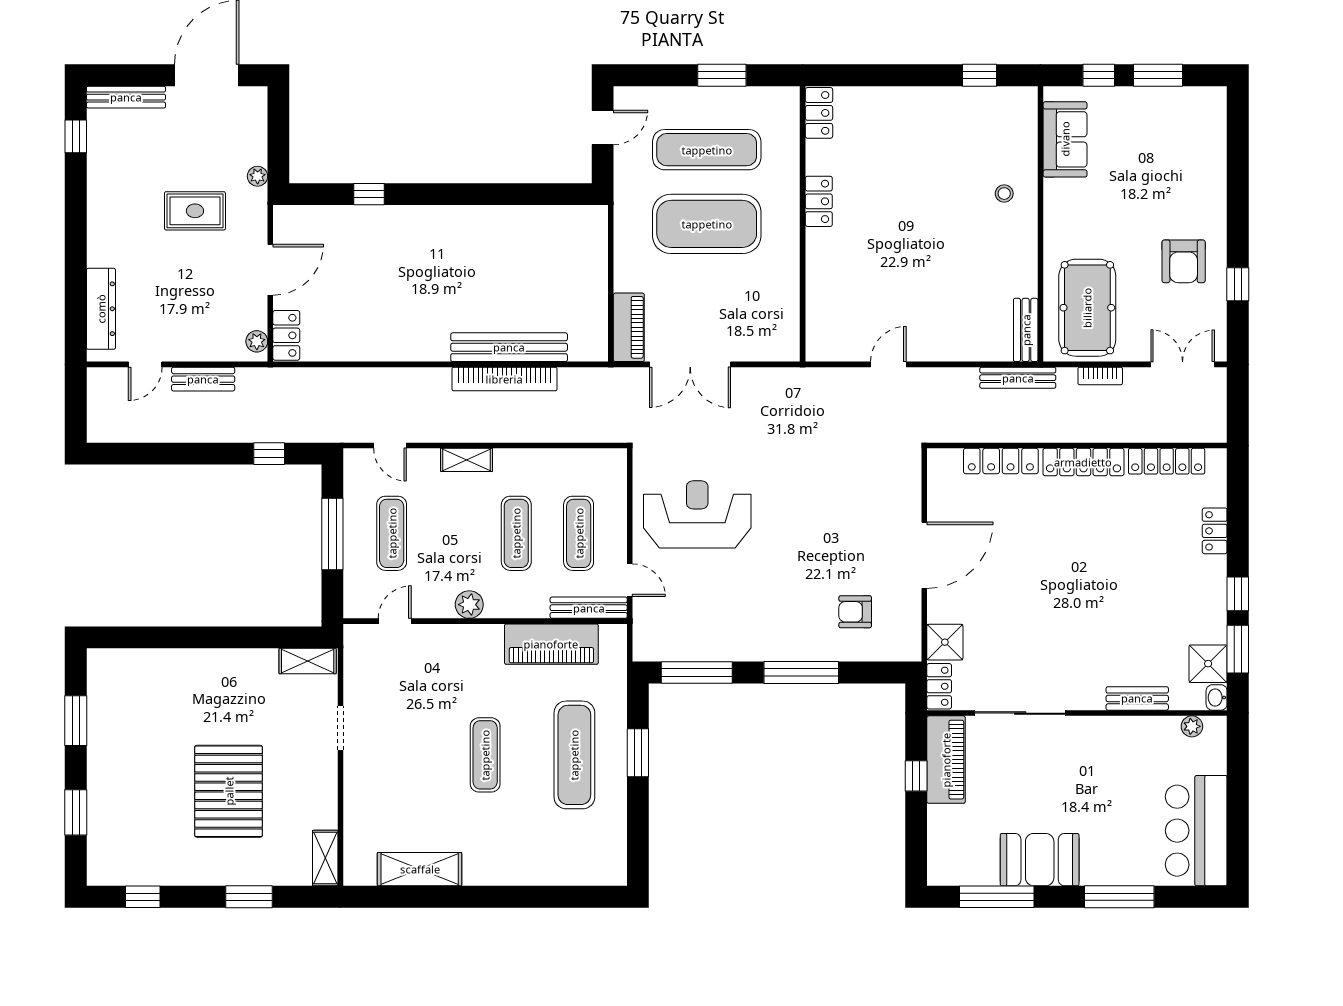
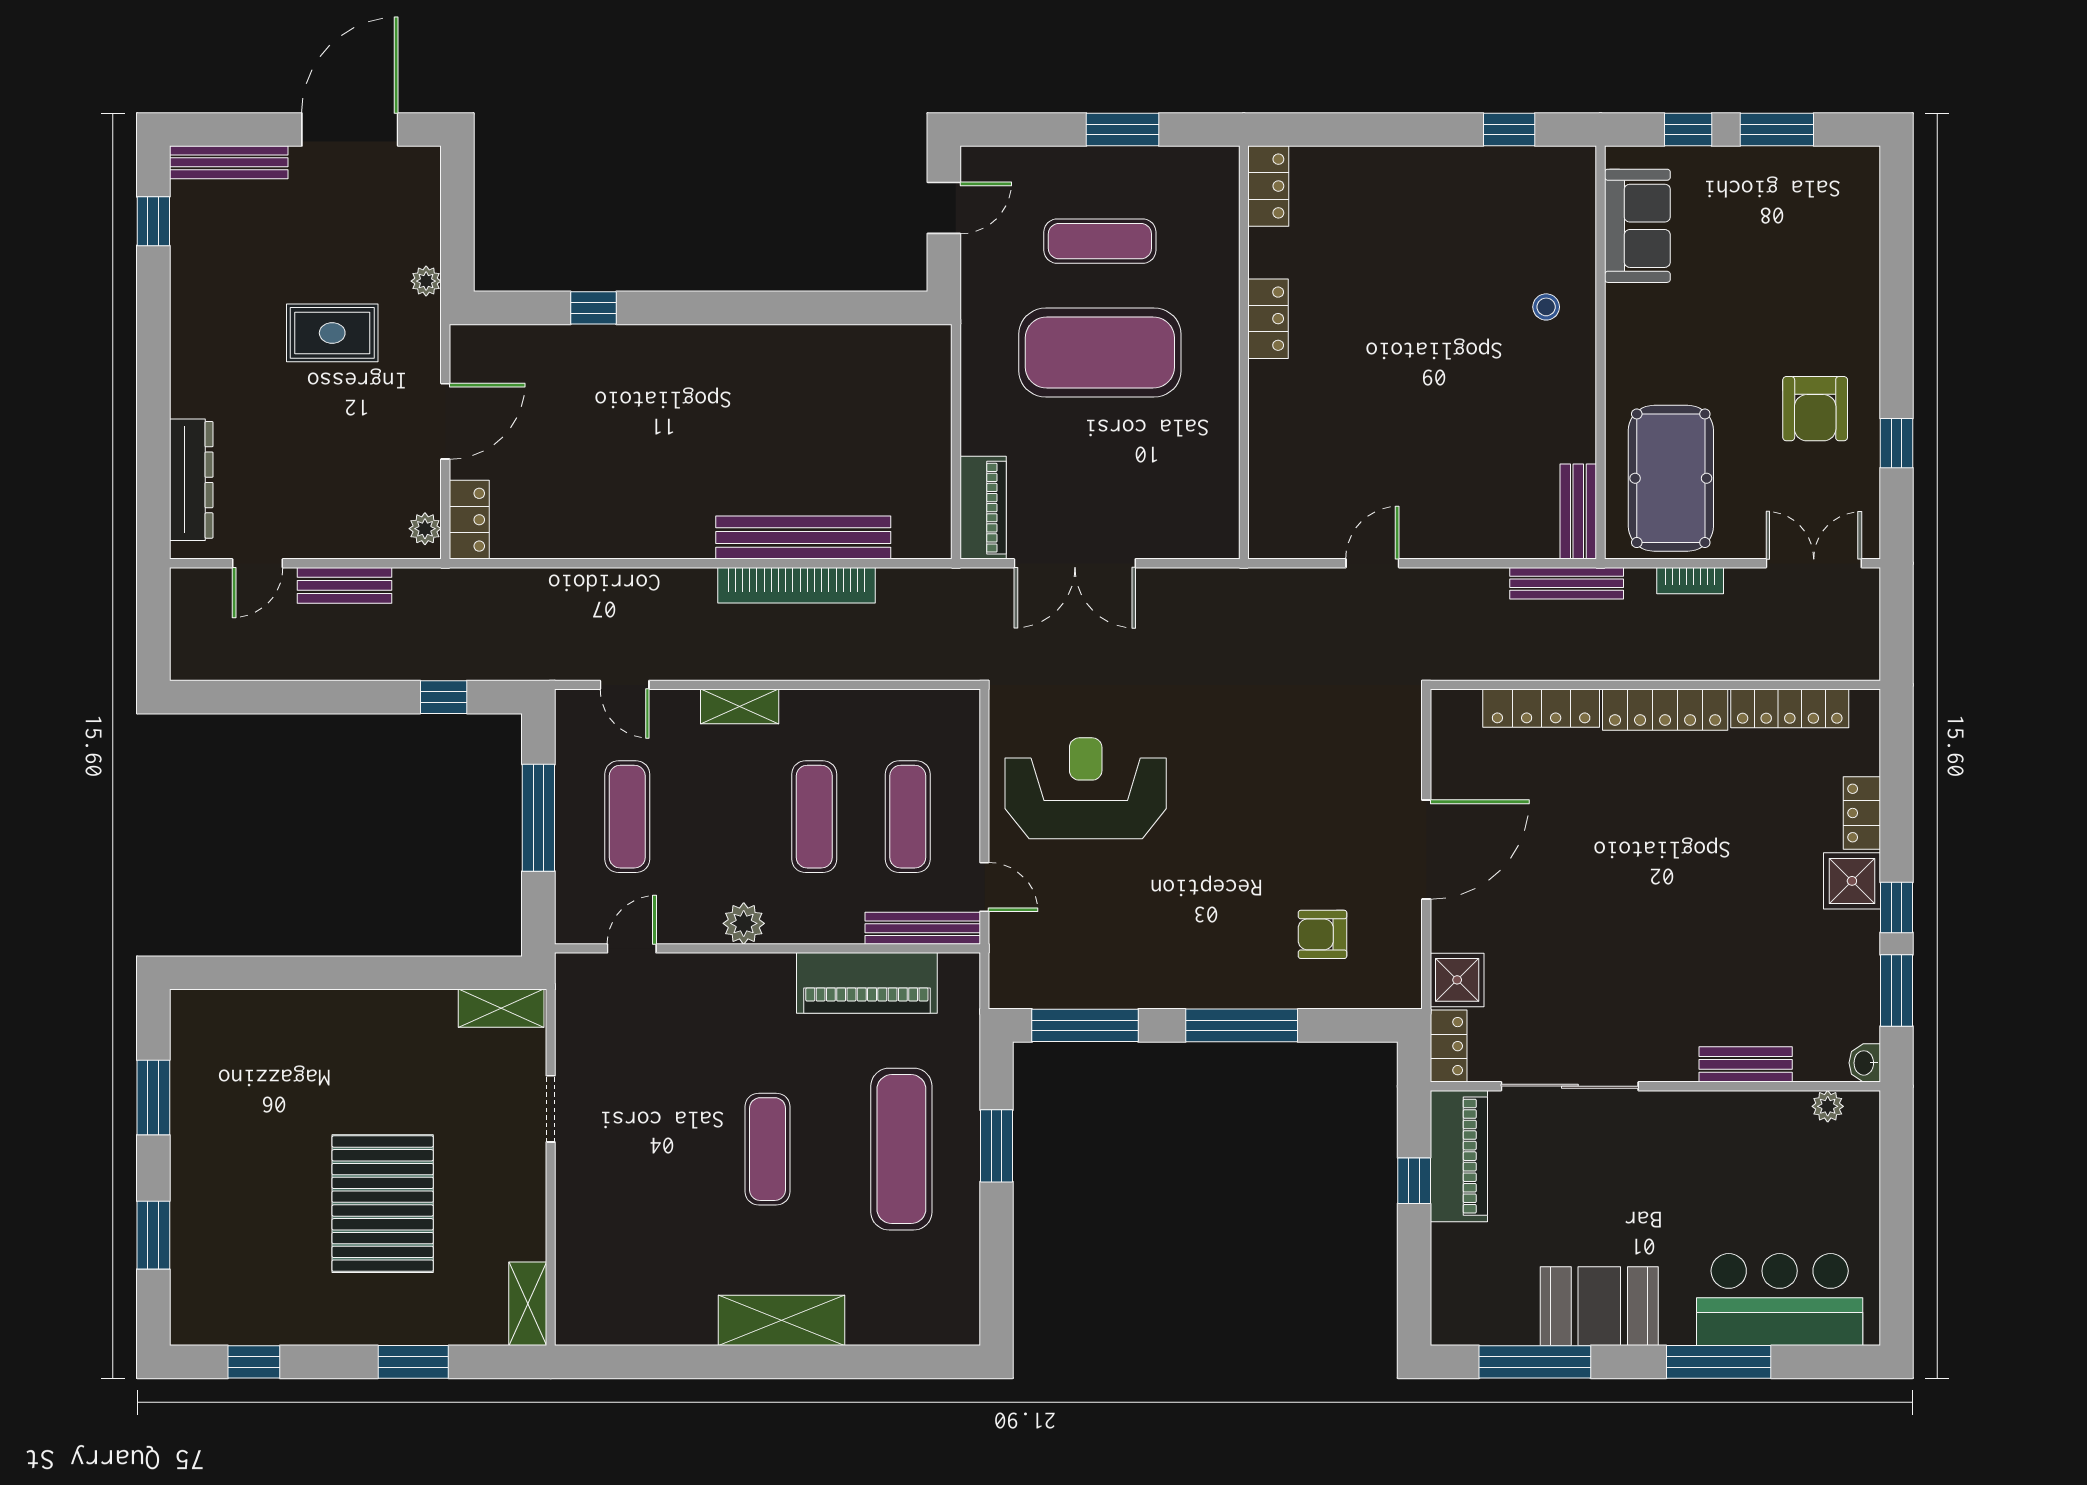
exercise mat: (707, 150) -> (1100, 241), width x0.73, depth x0.69
shower: (1208, 664) -> (1852, 881), moved
bar counter: (1196, 831) -> (1780, 1300), moved, turned 90
shelving: (420, 869) -> (781, 1320), moved

